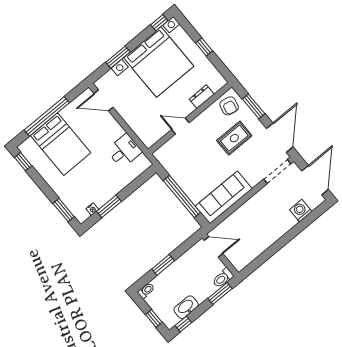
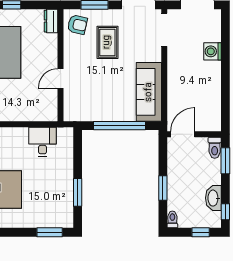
dresser: (202, 97) -> (51, 21), moved
nightstand: (92, 209) -> (69, 208), removed
washing machine: (301, 211) -> (212, 51), moved

